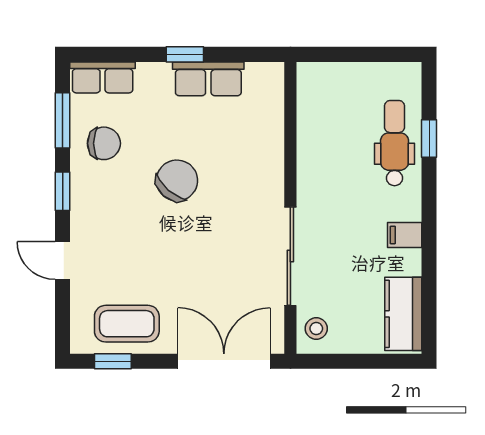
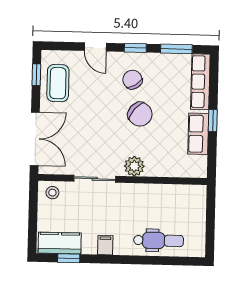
row of seats: (103, 77) -> (200, 82), width x1.48
window: (429, 138) -> (69, 258), moved
chair: (104, 143) -> (132, 80), moved, turned 148
plant: (267, 188) -> (134, 166), added
sliding door: (290, 256) -> (95, 179), width x0.73
door: (63, 261) -> (95, 47), swing flipped

